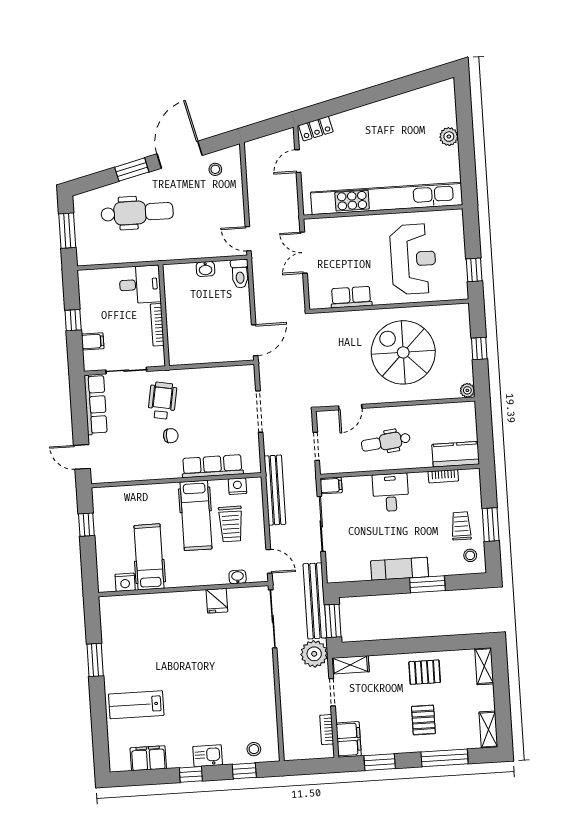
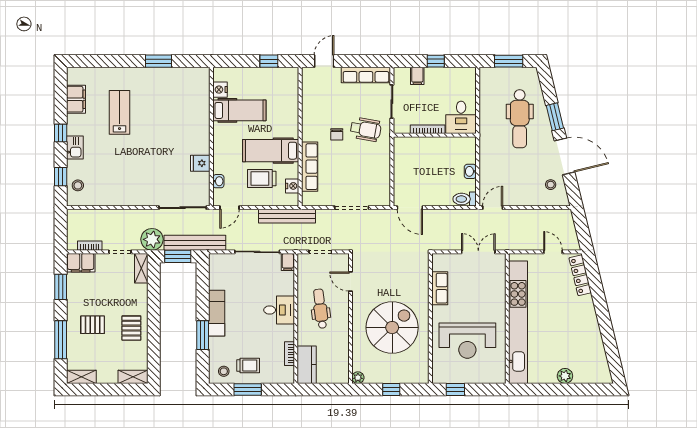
locker: (316, 129) -> (580, 275), width x1.53
lab bench: (136, 705) -> (120, 112), moved

